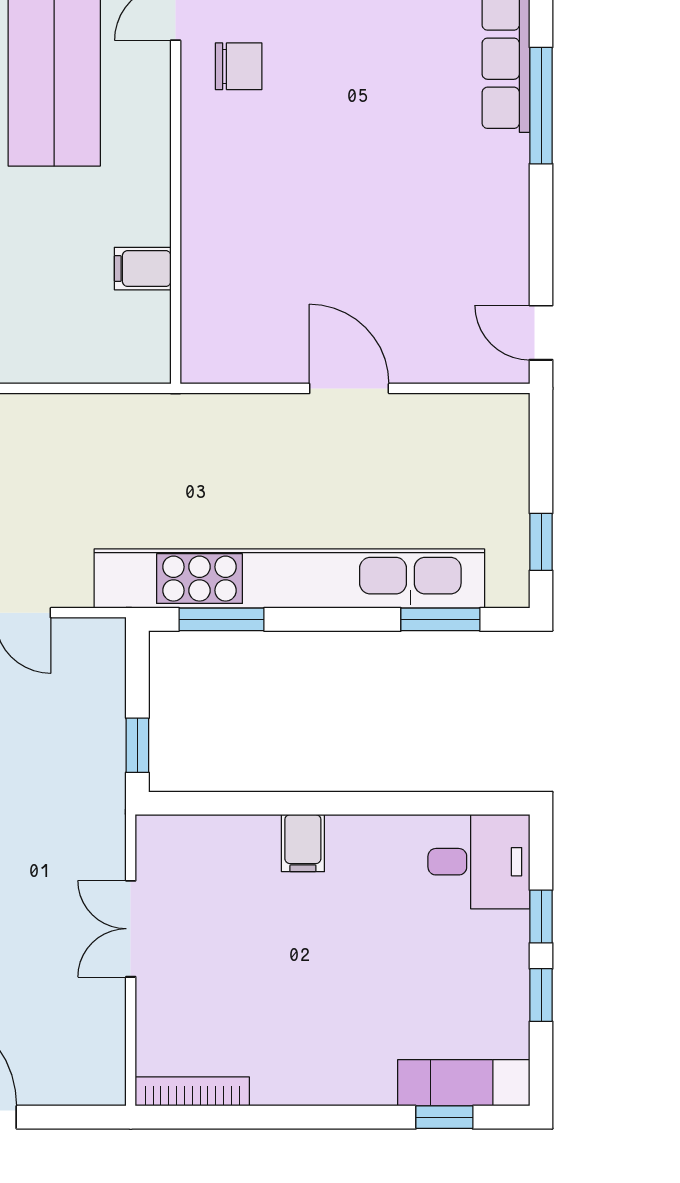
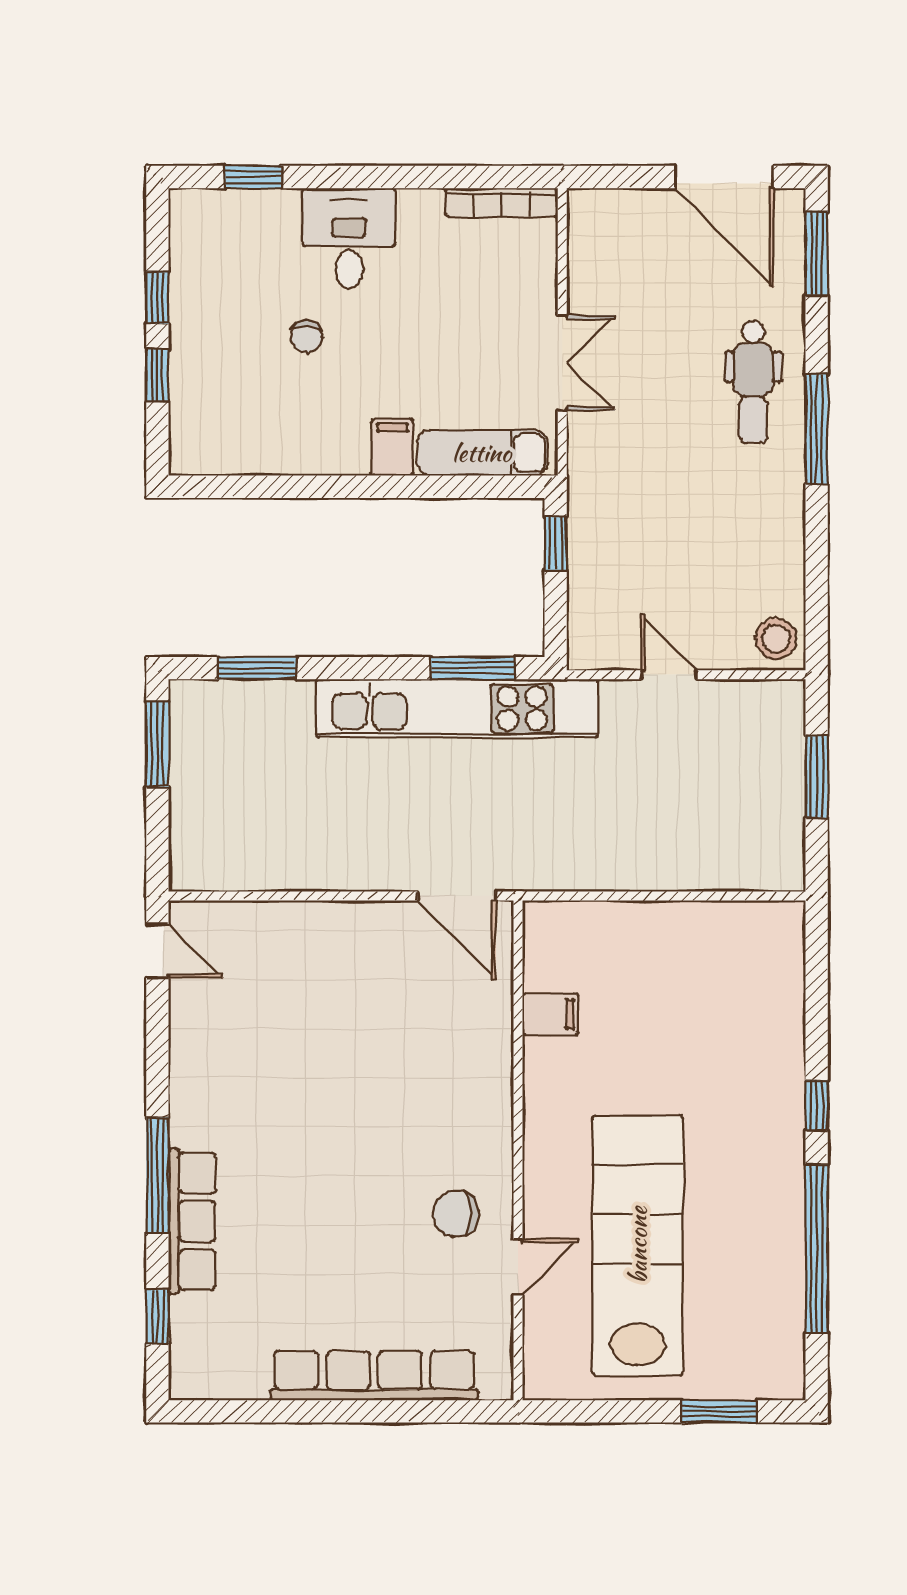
door: (349, 388) -> (457, 896), moved
window: (541, 542) -> (157, 745), width x1.50
kitchen unit: (289, 579) -> (457, 708), width x0.73
desk: (479, 862) -> (349, 238), moved, turned 90
chair: (390, 955) -> (306, 337), added
exam couch: (464, 1083) -> (482, 453), moved, turned 180

